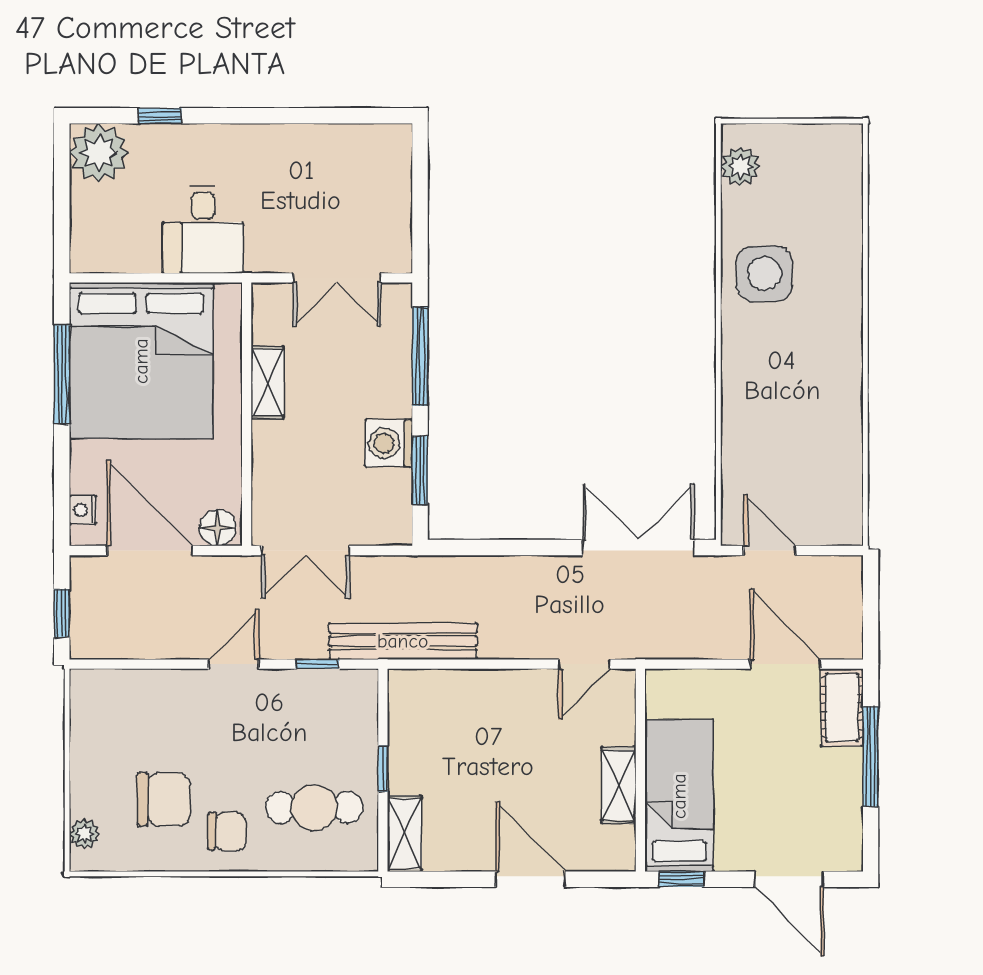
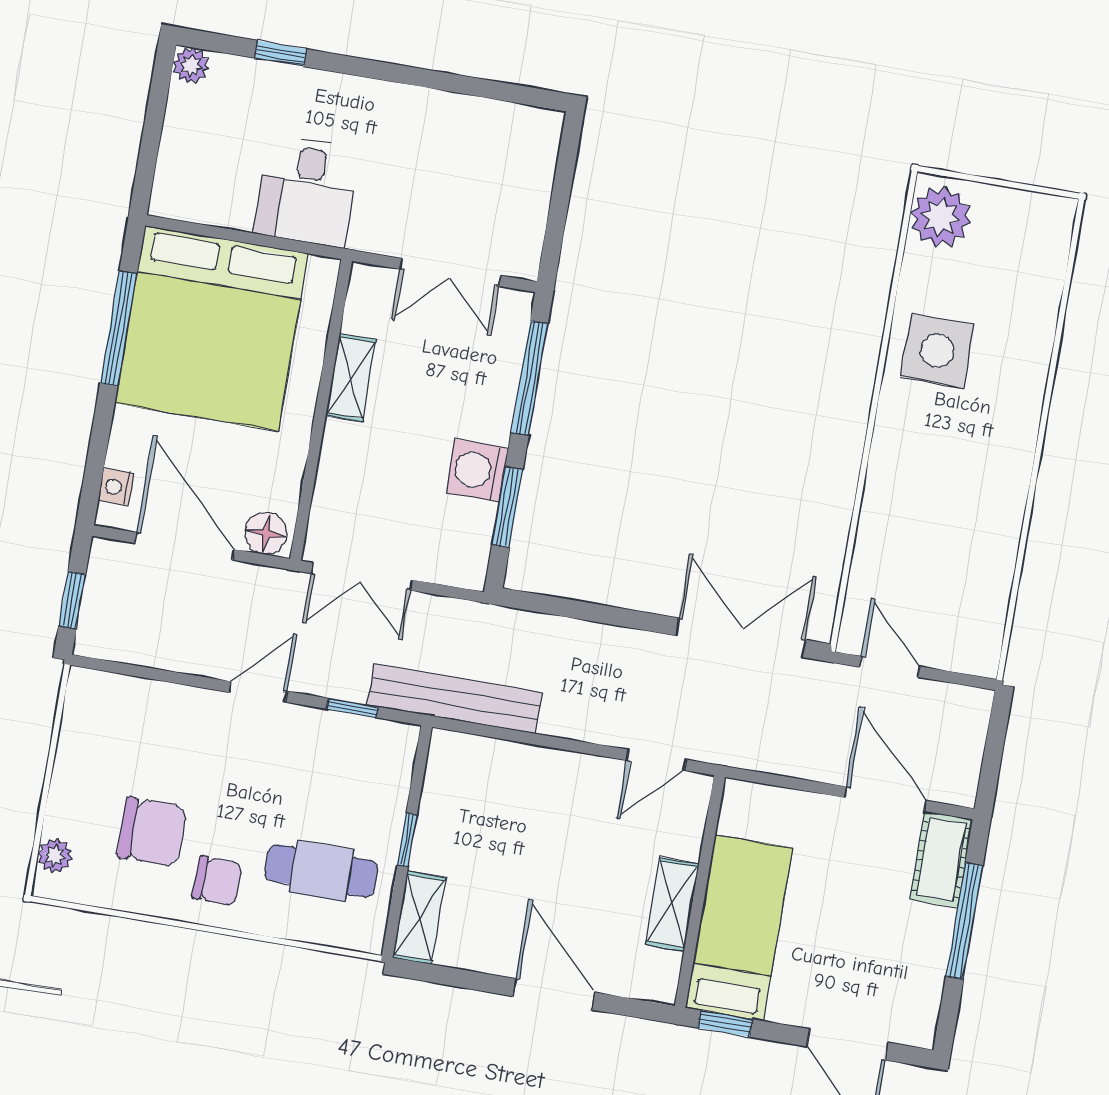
plant: (99, 153) -> (191, 66), width x0.53, depth x0.53
plant: (740, 166) -> (940, 217), width x1.36, depth x1.36

